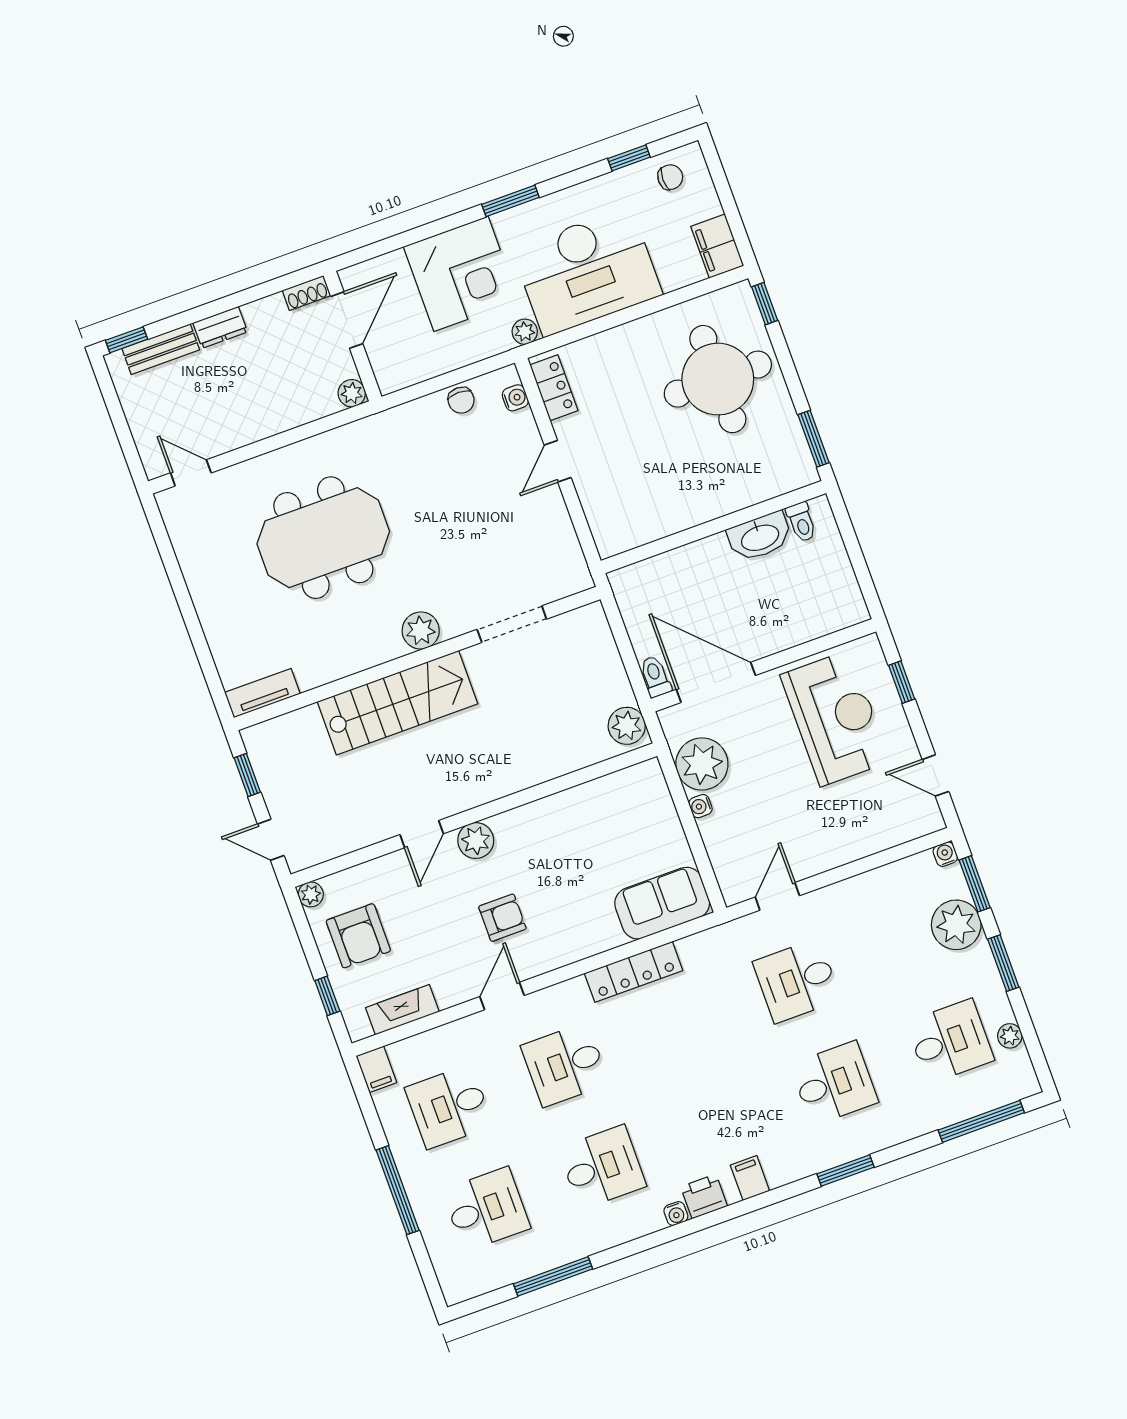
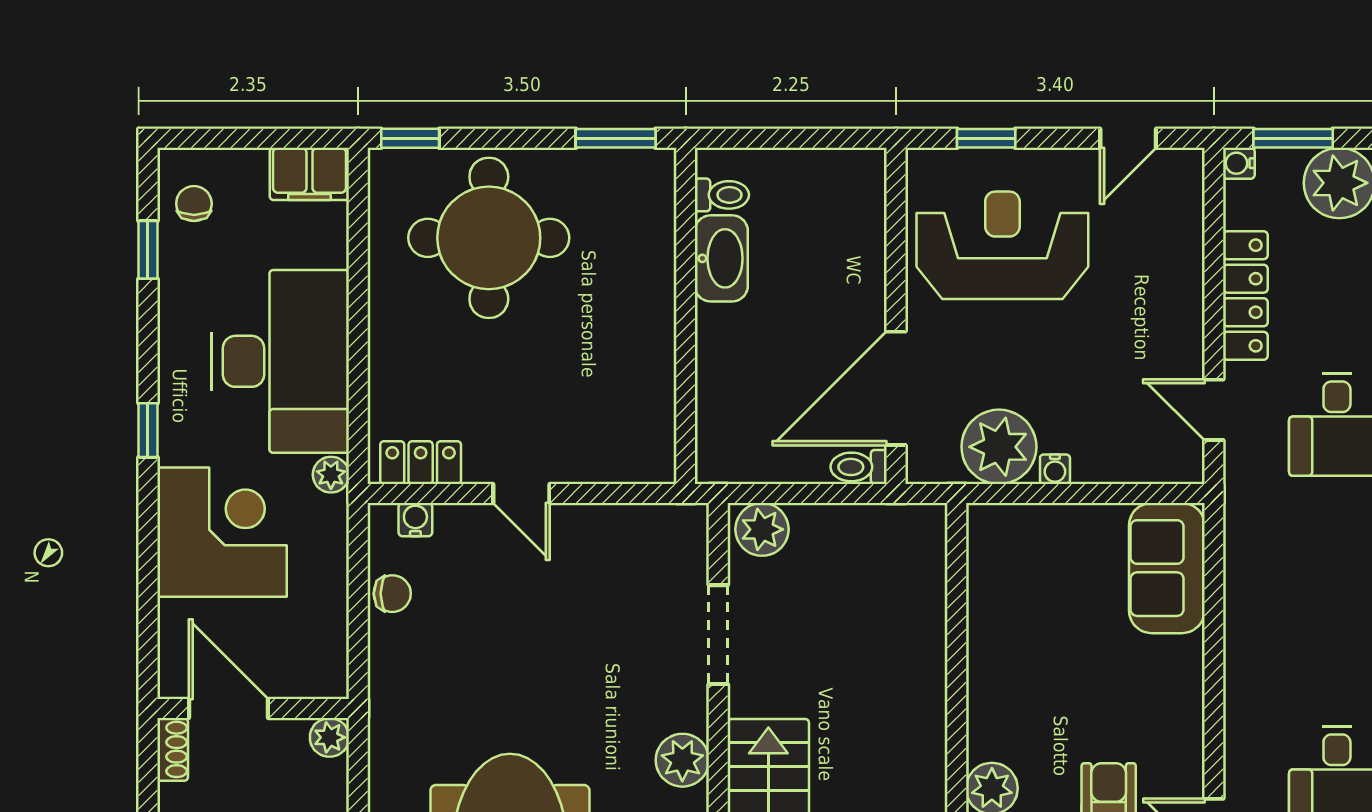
window: (510, 201) -> (148, 430), width x0.67
plant: (627, 726) -> (762, 529), moved
locker: (634, 972) -> (1245, 295), moved

